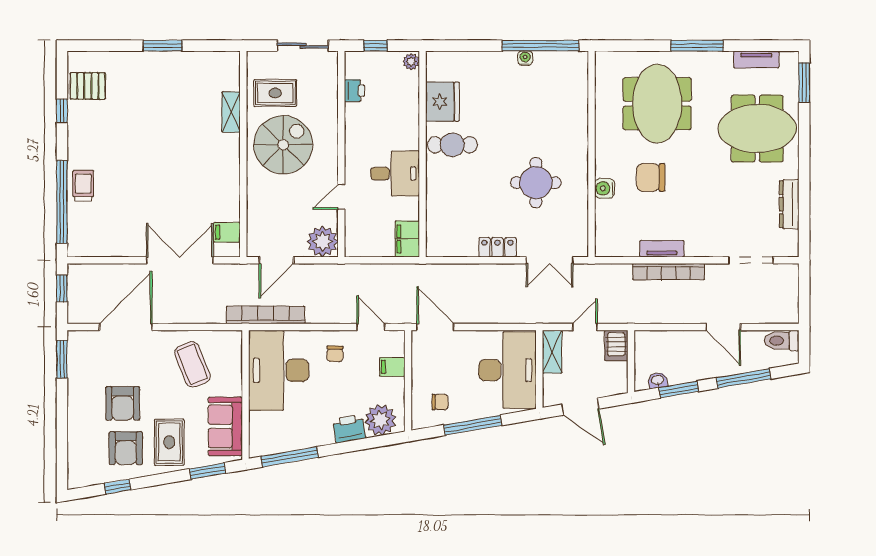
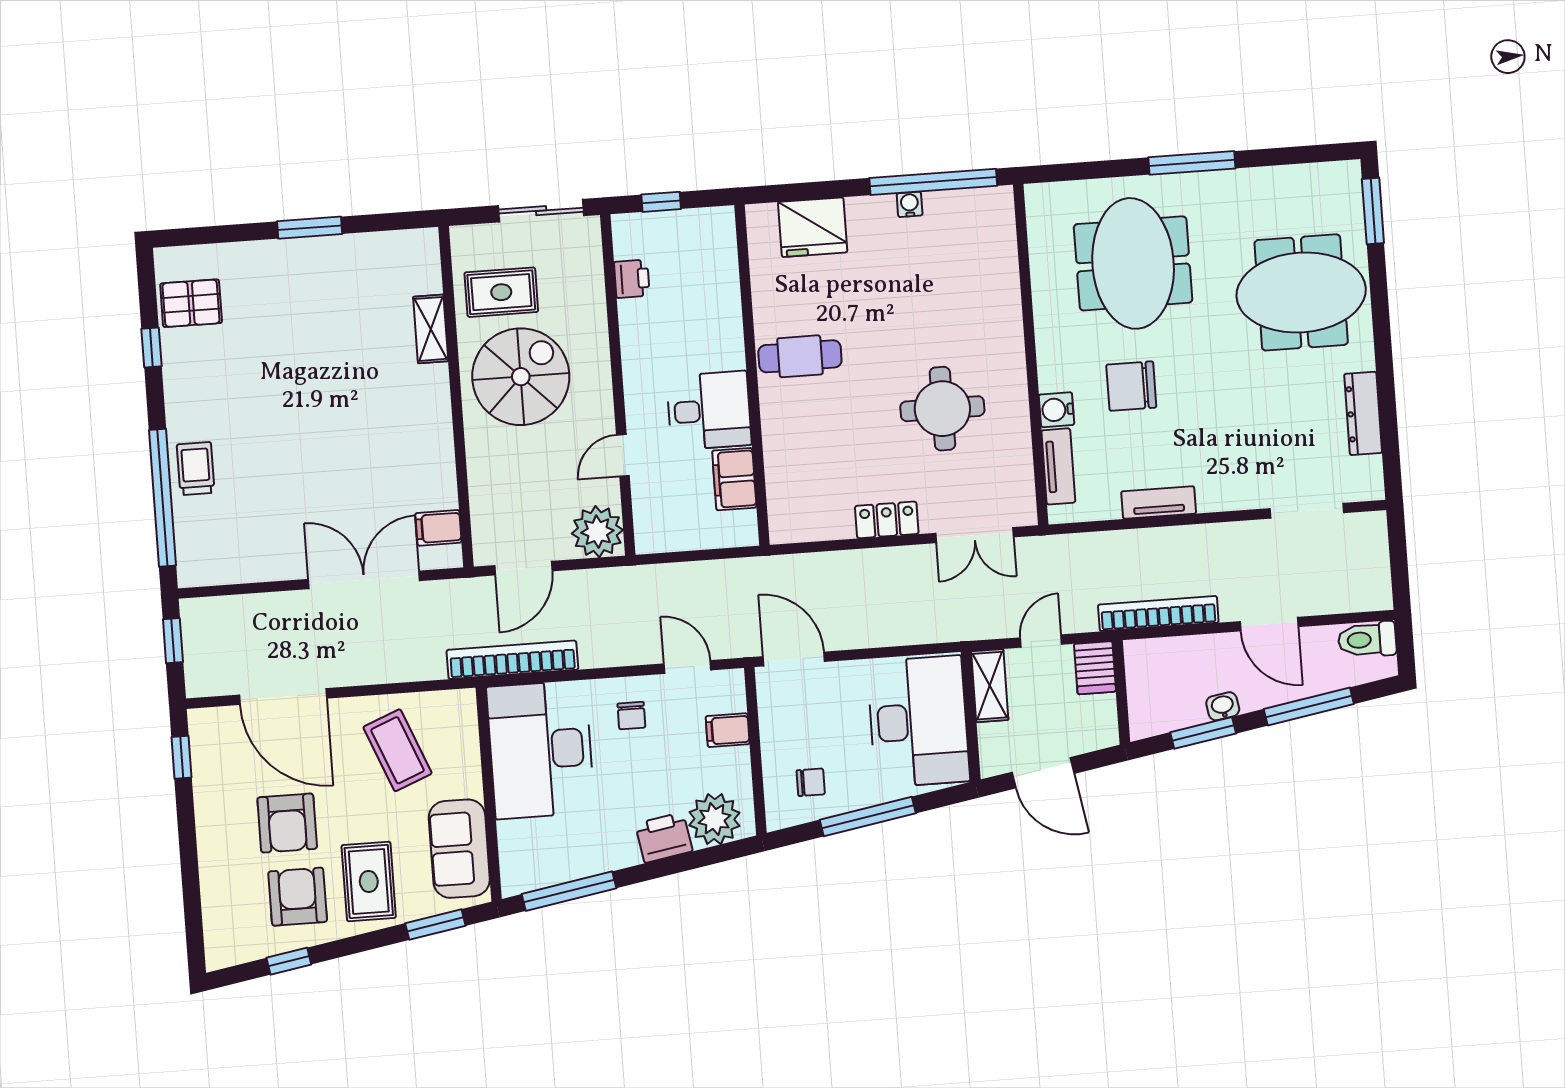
tv unit: (756, 59) -> (1058, 466), moved, turned -90
plant: (411, 62) -> (722, 224), removed
fridge: (442, 102) -> (813, 227), moved, turned 90
filing cabinet: (407, 239) -> (734, 479), moved
bookcase: (669, 272) -> (1158, 614), moved, turned 180
door: (126, 327) -> (283, 697), swing flipped
window: (62, 359) -> (182, 757), width x0.67
washbasin: (658, 380) -> (1223, 706), moved
armchair: (126, 448) -> (298, 897), turned 180

